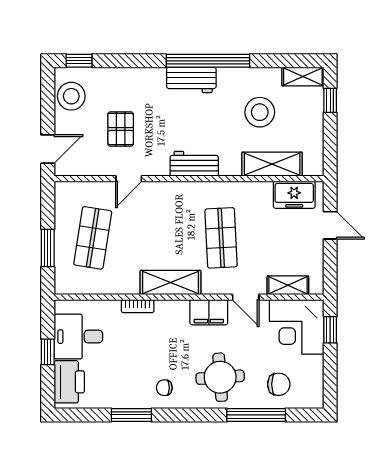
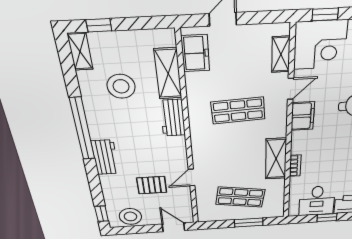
workbench: (191, 80) -> (105, 157), moved
workbench: (194, 164) -> (173, 118), moved
door: (129, 179) -> (192, 178), swing flipped
shelving: (170, 282) -> (276, 159), moved

